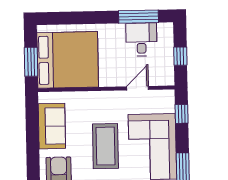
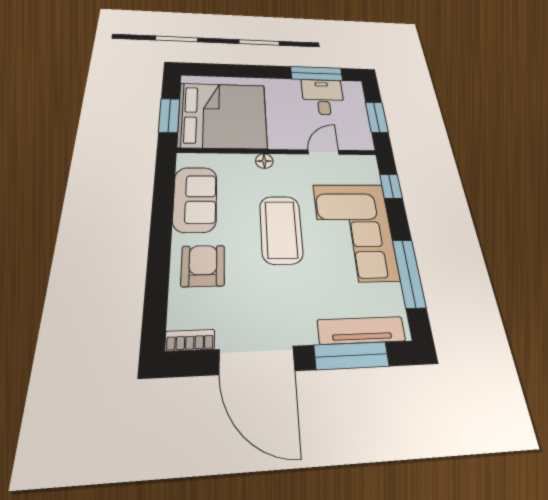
window: (180, 56) -> (377, 117), width x1.50
floor lamp: (96, 97) -> (264, 161), added

